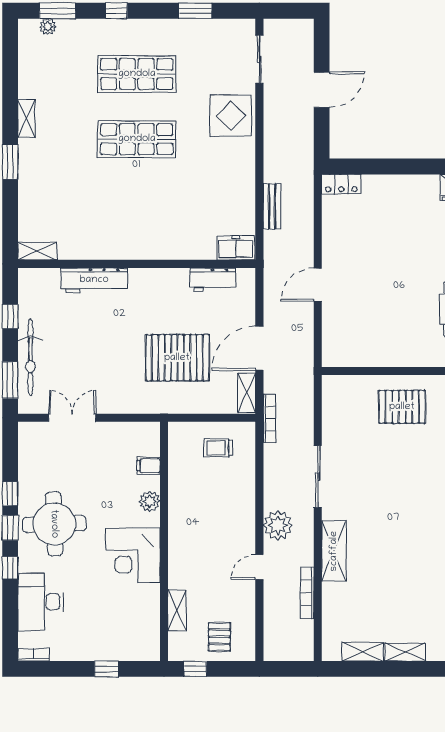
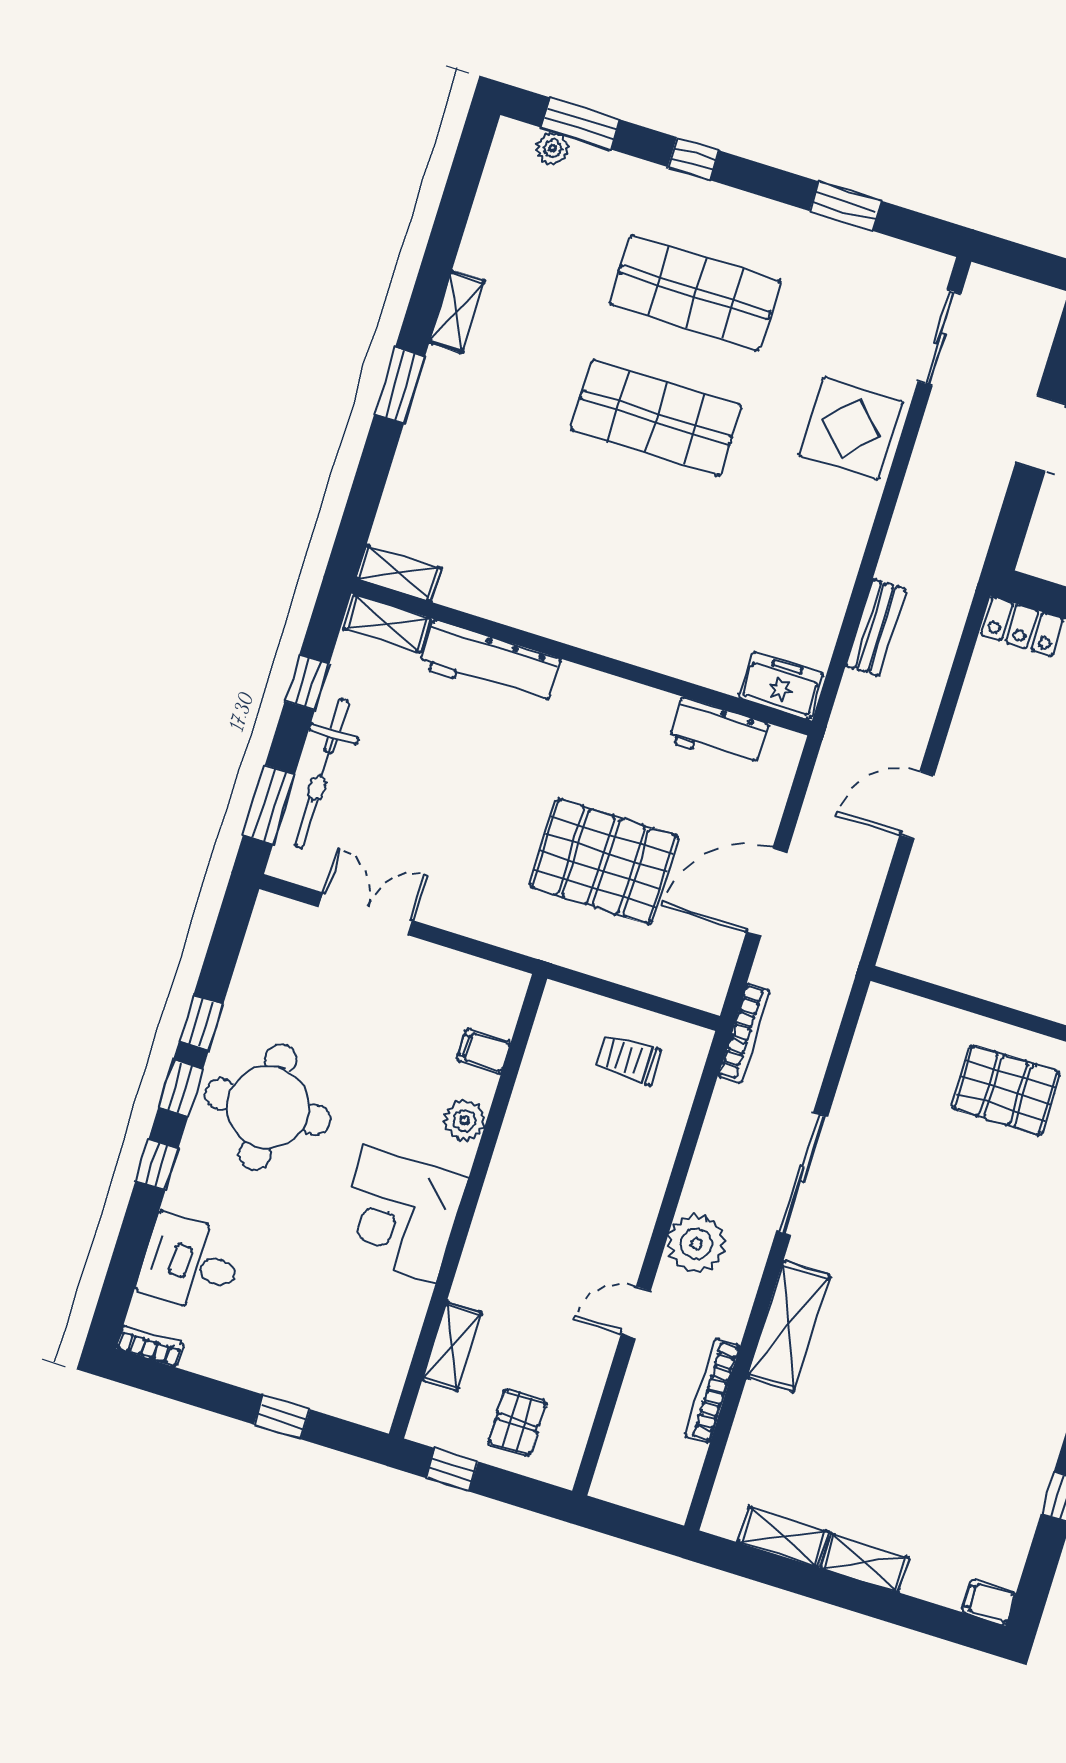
shelving: (247, 393) -> (387, 623), moved, turned 90
desk: (41, 602) -> (190, 1263), width x0.73

